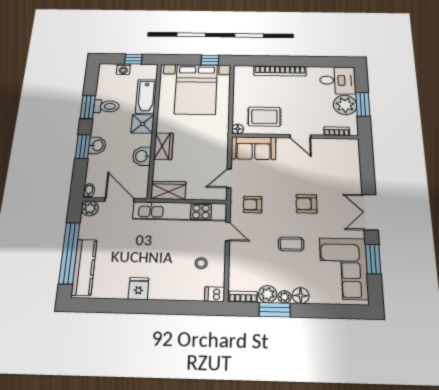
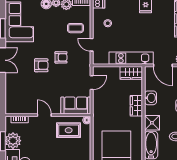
armchair: (253, 205) -> (61, 57), moved
kitchen unit: (180, 211) -> (131, 58), width x0.73
coffee table: (291, 244) -> (75, 28), moved

